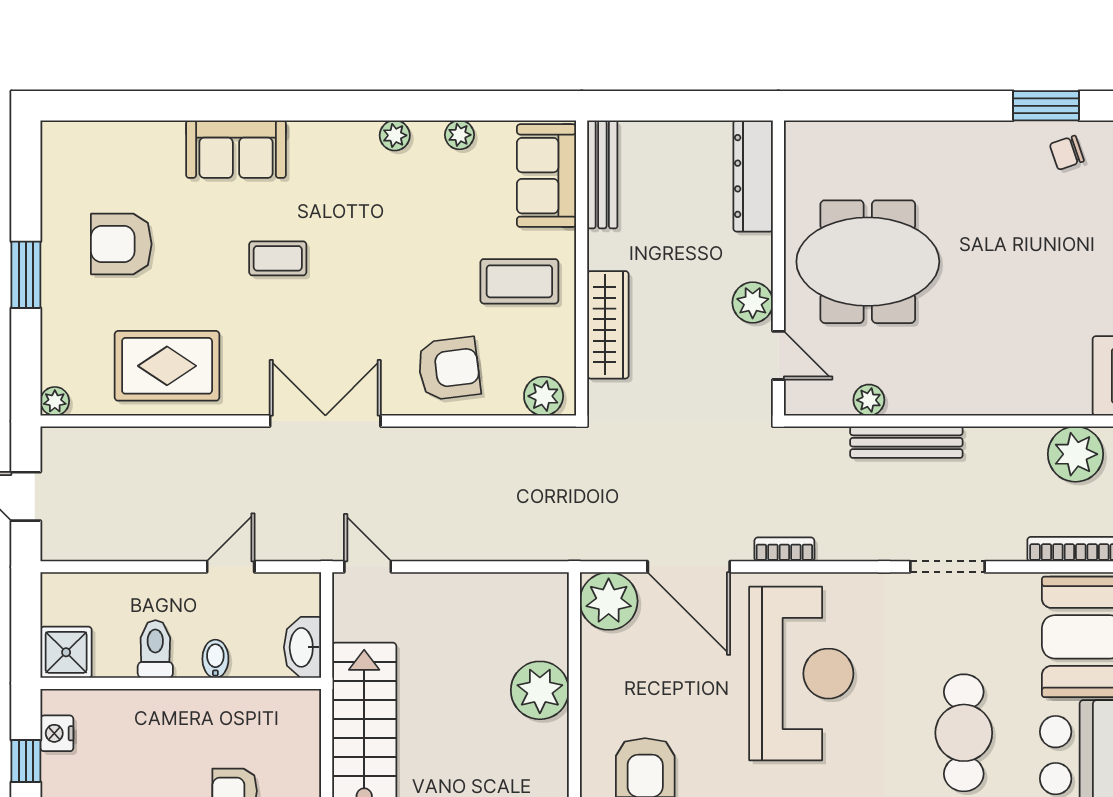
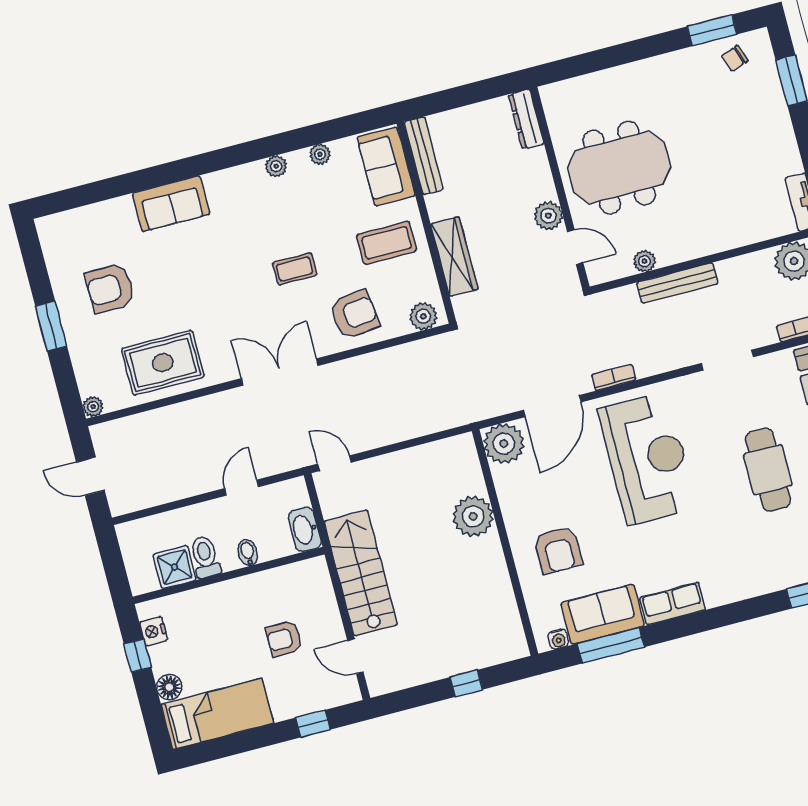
dresser: (753, 176) -> (526, 119), width x0.73, depth x0.80
coffee table: (278, 258) -> (295, 269), moved
door: (689, 567) -> (552, 406), hinge flipped
shower: (66, 652) -> (175, 567), moved

